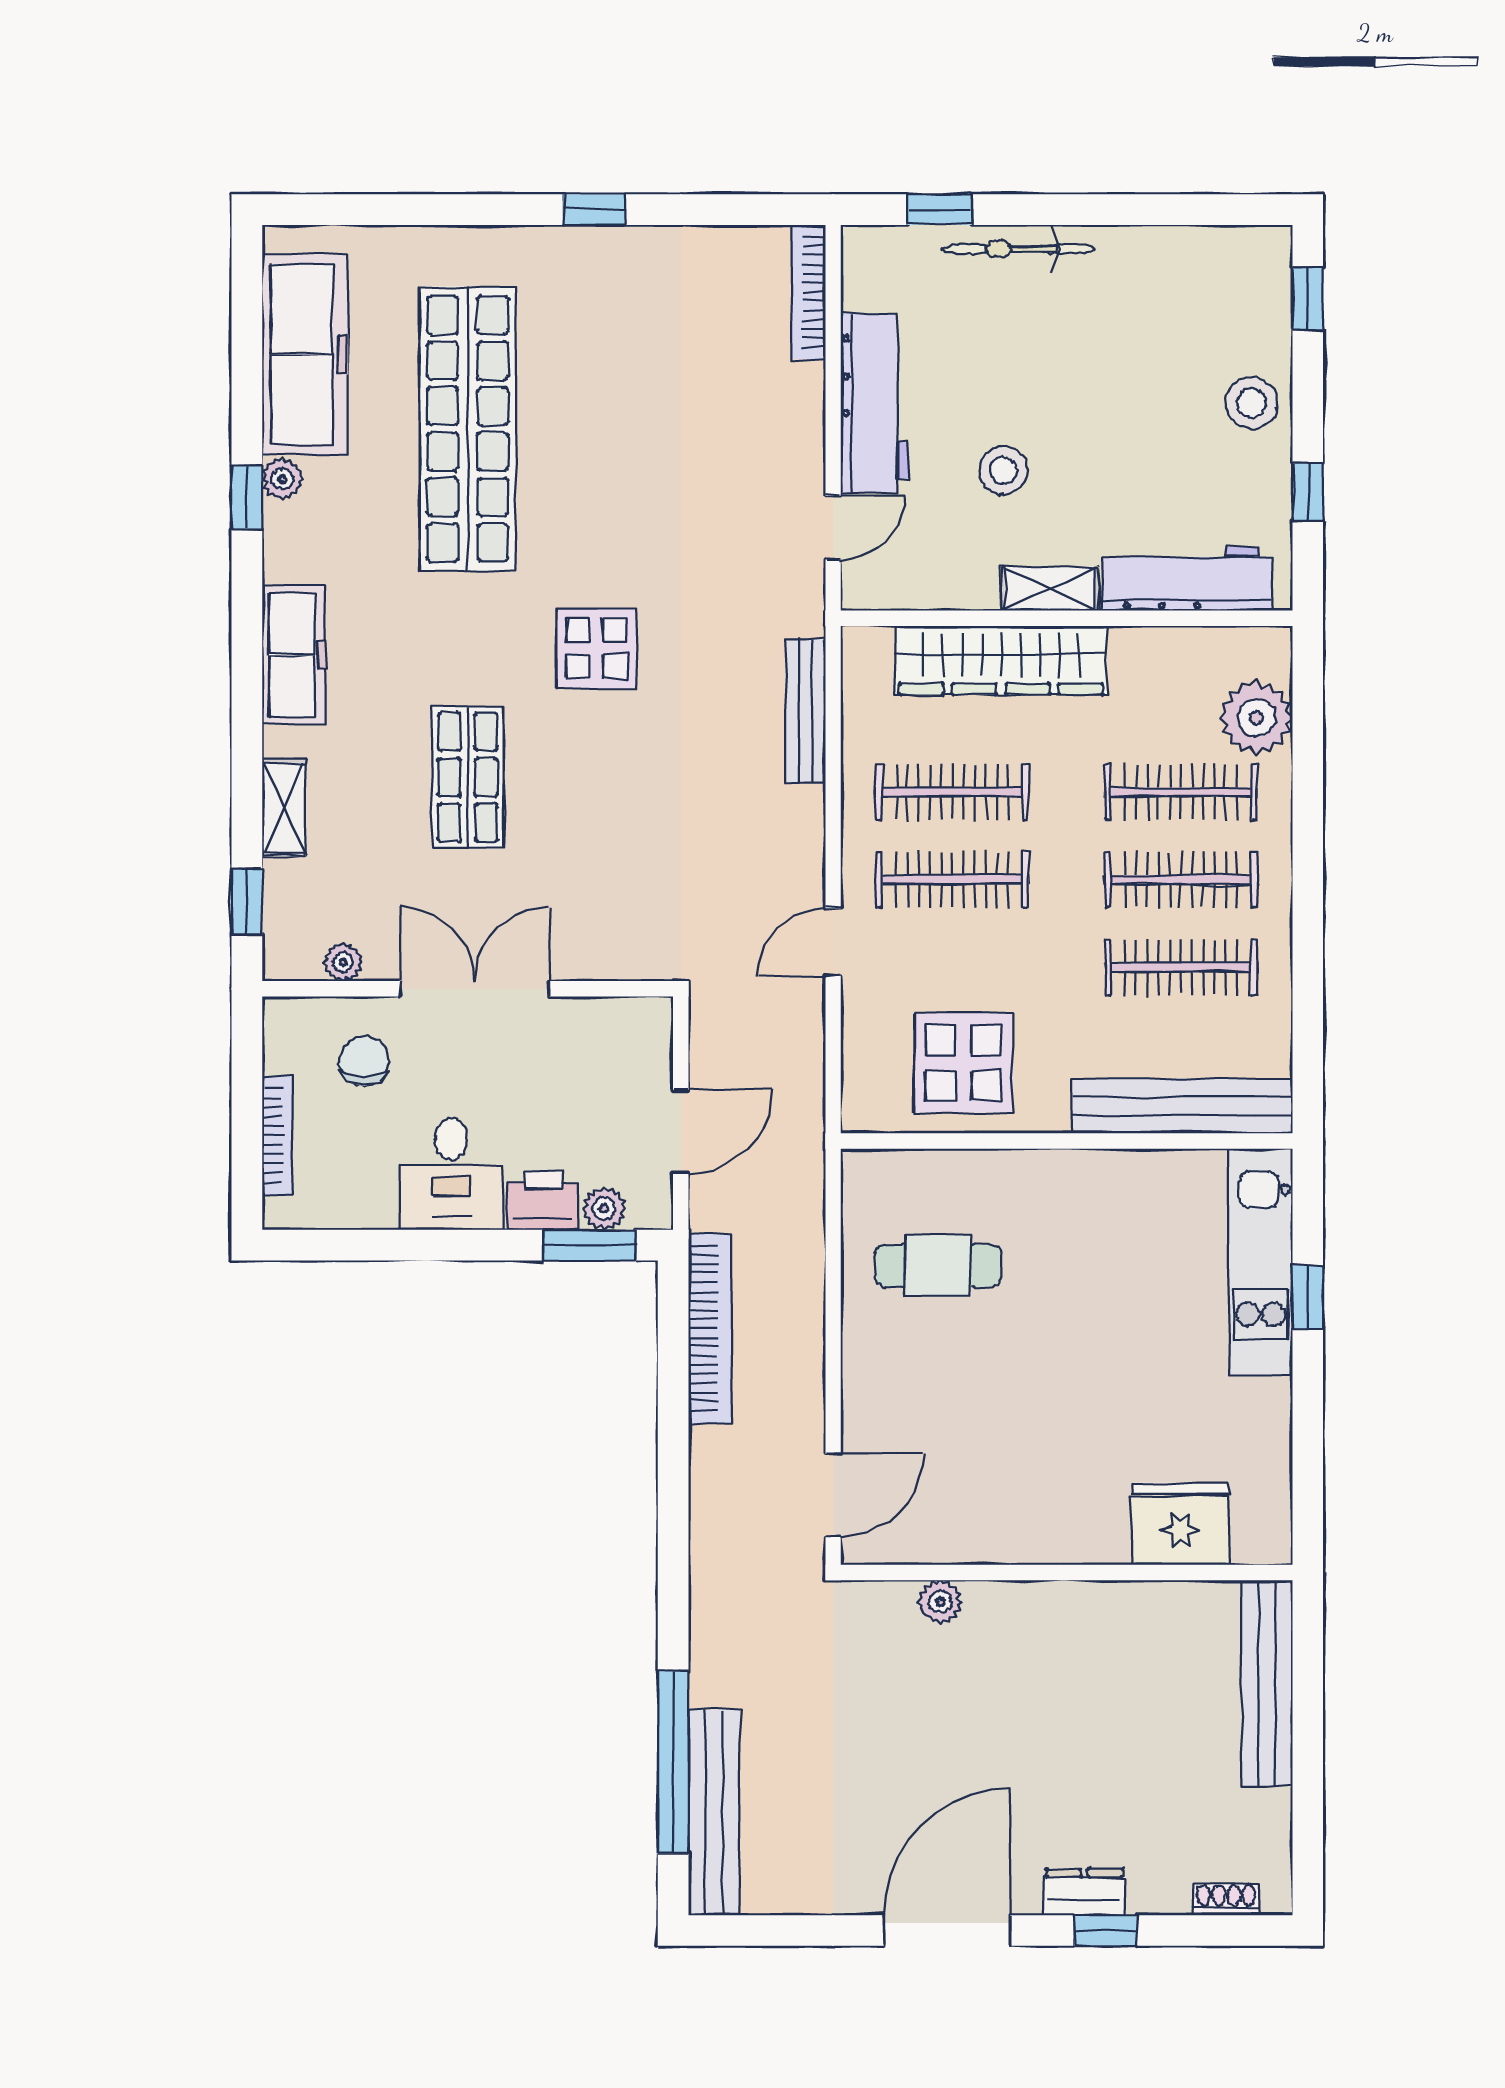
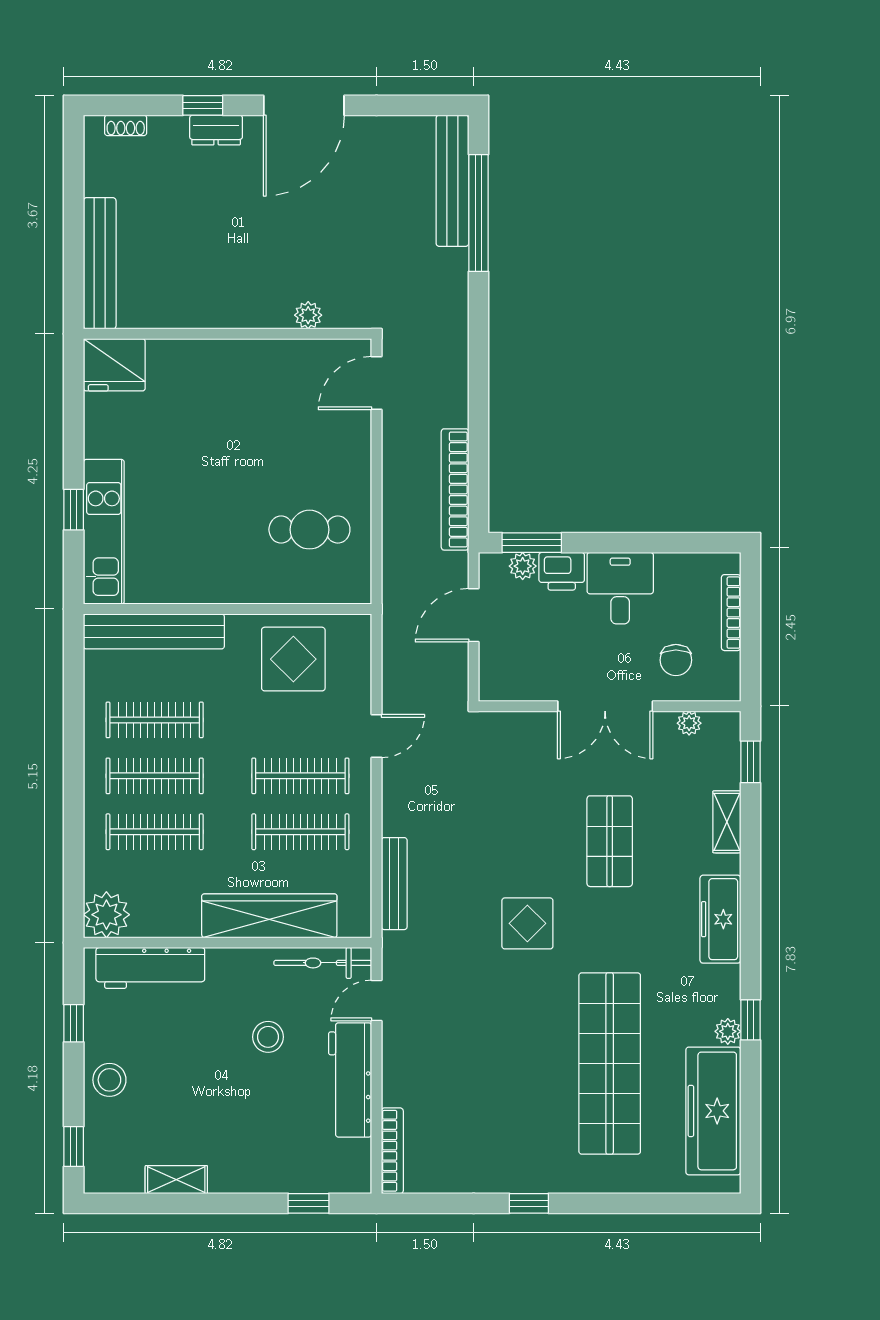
bicycle: (1017, 249) -> (323, 963), moved, turned 180
shelving: (1050, 589) -> (176, 1180), moved
plant: (1256, 718) -> (106, 915), moved
fridge: (1180, 1524) -> (114, 365), moved

